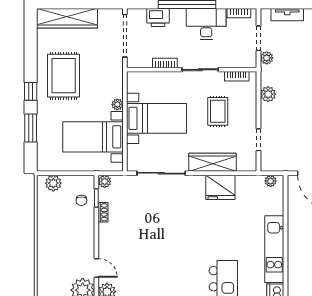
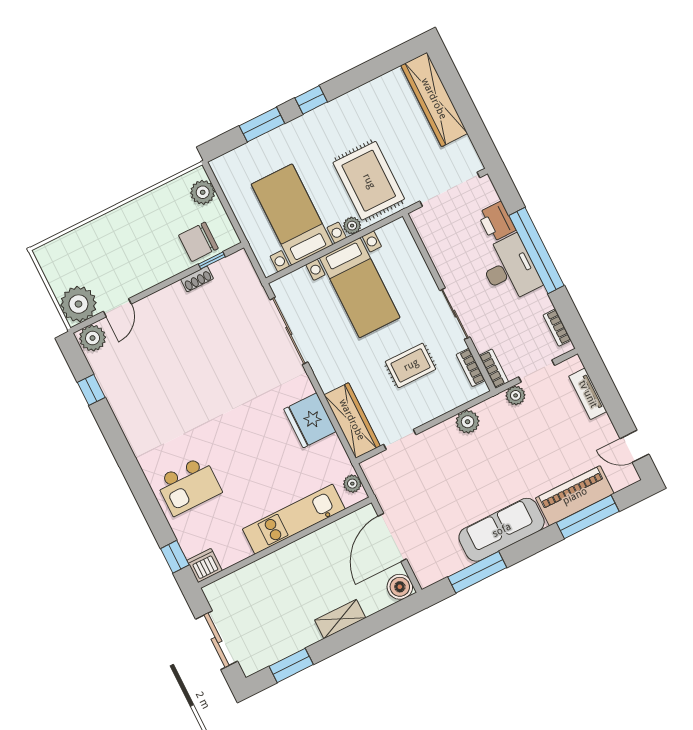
desk: (206, 24) -> (510, 269), moved
bookcase: (165, 63) -> (494, 369), moved
rug: (64, 76) -> (369, 181), moved, turned 90
wardrobe: (213, 162) -> (352, 420), moved
plant: (105, 181) -> (240, 260), removed
chair: (81, 200) -> (198, 242), width x1.87, depth x1.87
kitchen unit: (274, 249) -> (294, 519), moved

